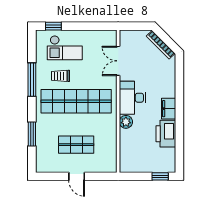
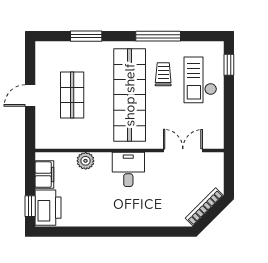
desk: (132, 98) -> (128, 169), width x0.73
filing cabinet: (169, 109) -> (44, 174), moved, turned 90
plant: (126, 122) -> (86, 161), moved
printer: (166, 134) -> (48, 208), moved, turned 90

